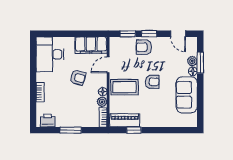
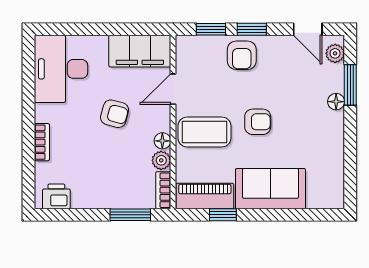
armchair: (144, 47) -> (242, 55), turned -90
plant: (192, 61) -> (335, 53), moved
sofa: (187, 95) -> (270, 189), moved, turned 90
window: (71, 130) -> (130, 215), moved

